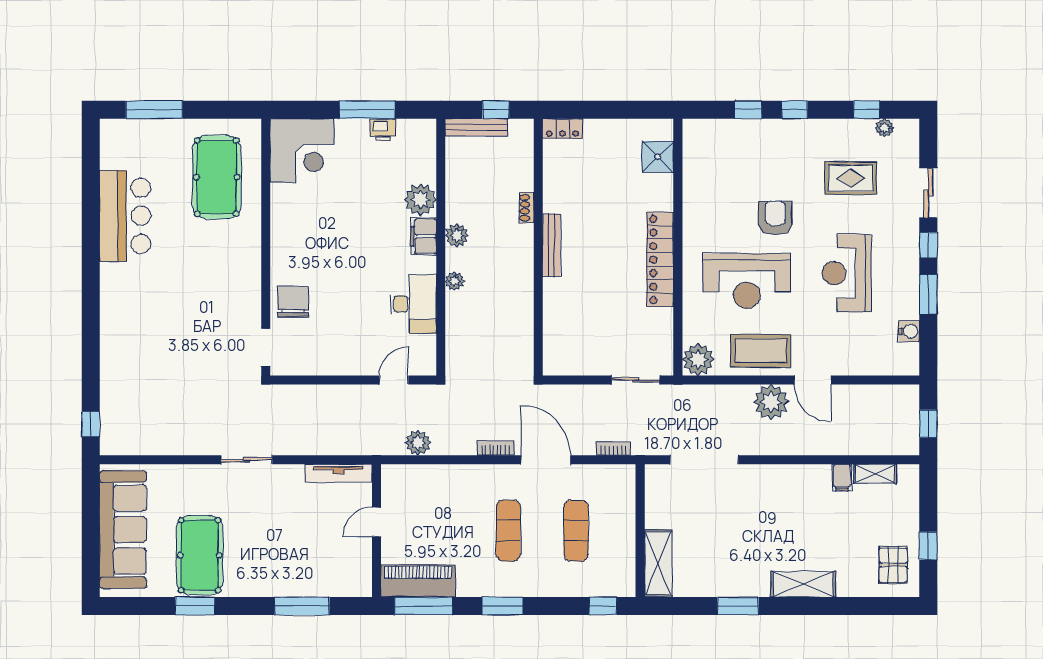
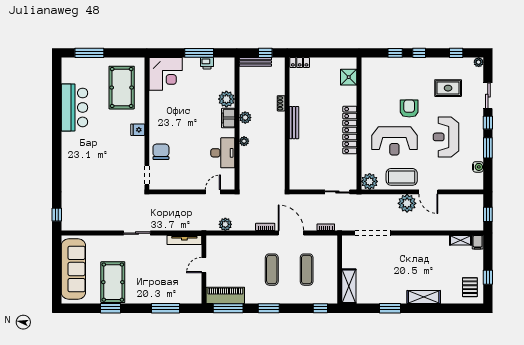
plant: (884, 128) -> (479, 62), moved
fridge: (248, 259) -> (138, 130), added
filing cabinet: (842, 478) -> (478, 242), moved

